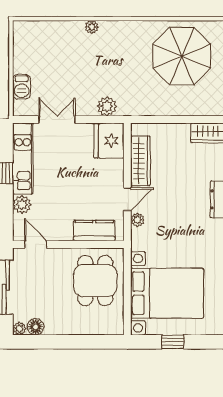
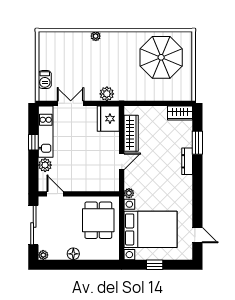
plant: (137, 220) -> (129, 193), moved
kitchen counter: (94, 231) -> (98, 184), removed
floor lamp: (36, 327) -> (73, 254), moved

